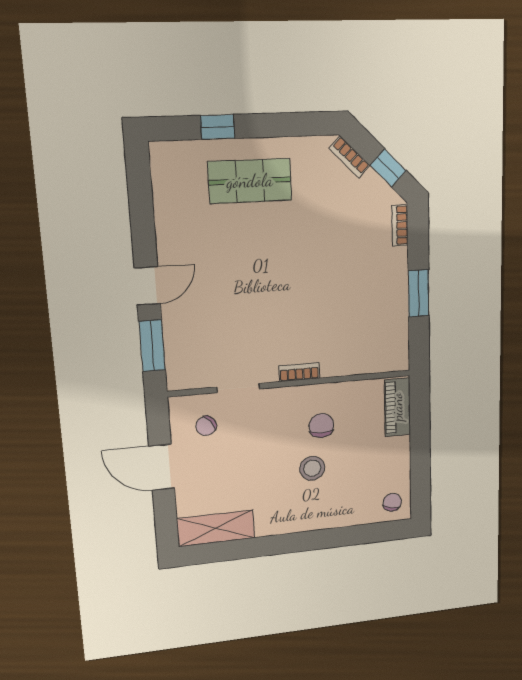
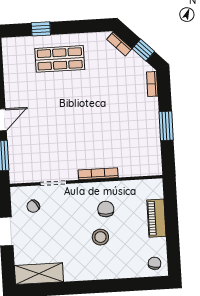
bookcase: (299, 372) -> (98, 174), width x1.56
piano: (397, 407) -> (156, 218), moved

